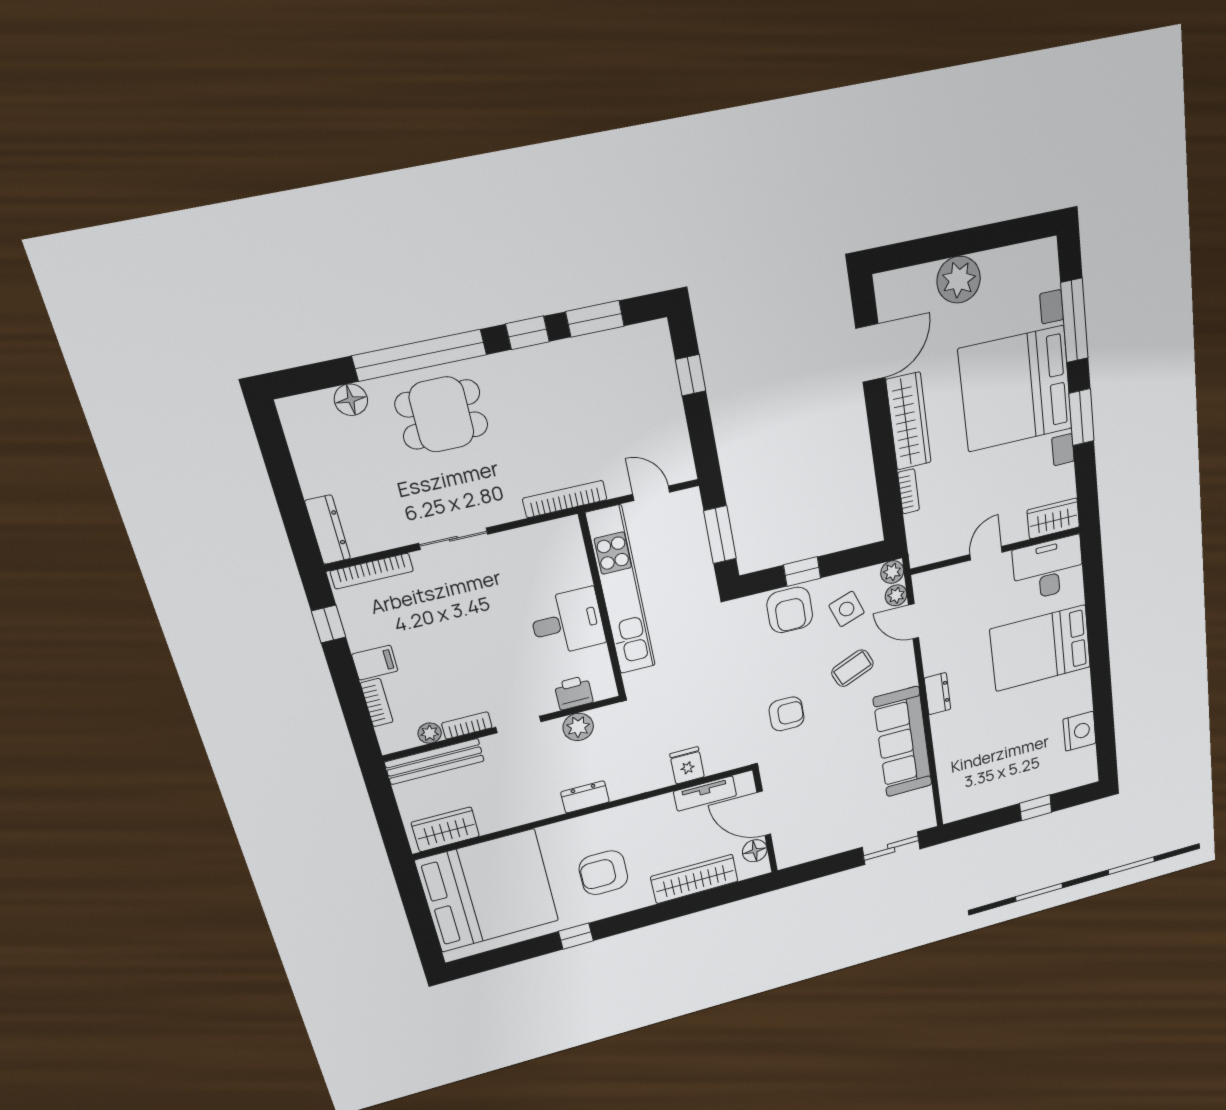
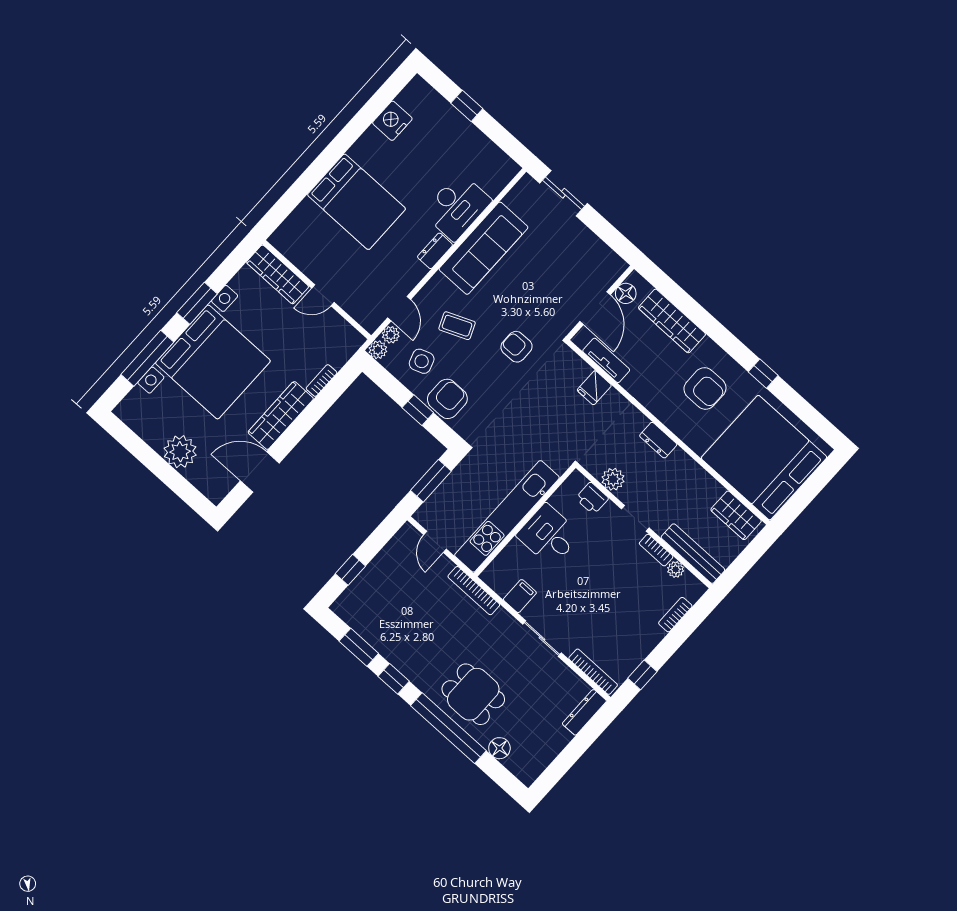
wardrobe: (1053, 519) -> (278, 274), width x1.50
desk: (1048, 569) -> (457, 207), moved, turned -90
filing cabinet: (375, 663) -> (520, 596), moved, turned 90

